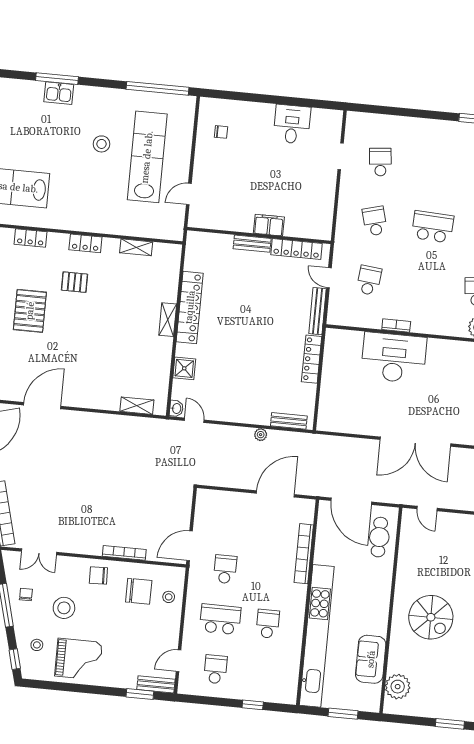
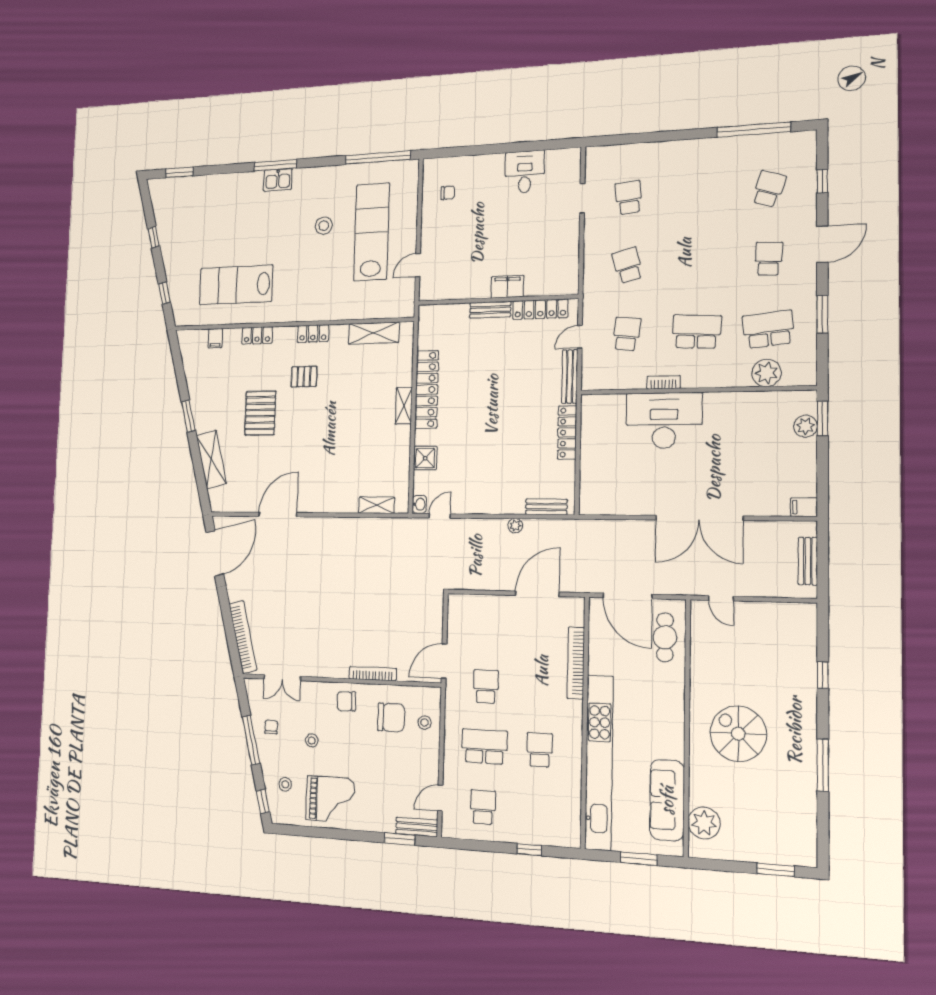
school desk: (433, 227) -> (696, 332), moved
shelving: (136, 247) -> (374, 333), width x1.50, depth x1.33
door: (329, 278) -> (580, 337), hinge flipped
door: (194, 420) -> (440, 516), hinge flipped
stool: (64, 608) -> (312, 740), width x0.53, depth x0.53
spiral stairs: (431, 617) -> (738, 734), turned 180
sofa: (371, 659) -> (667, 800), width x1.36

